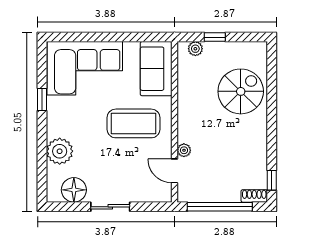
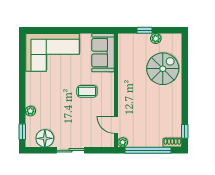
plant: (195, 49) -> (156, 39), moved
window: (42, 100) -> (22, 132), moved
coffee table: (133, 123) -> (87, 91), width x0.54, depth x0.58
plant: (184, 150) -> (123, 142), moved
plant: (60, 151) -> (30, 111), width x0.53, depth x0.53

